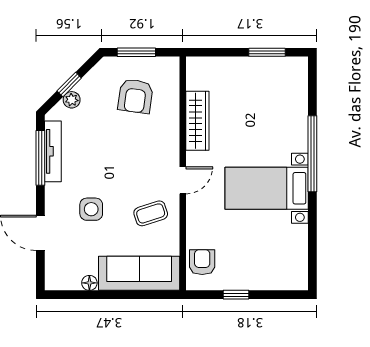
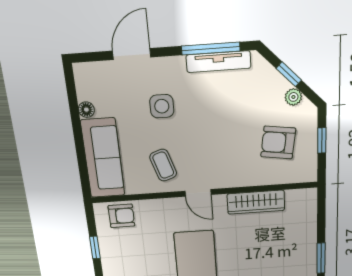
window: (136, 52) -> (322, 140), width x0.67
plant: (72, 100) -> (293, 97), moved

